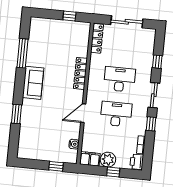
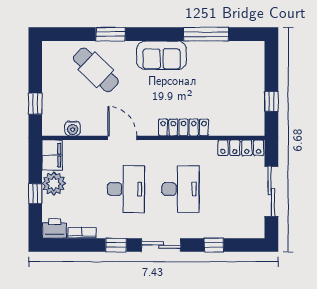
cafe table: (38, 126) -> (96, 70), added

